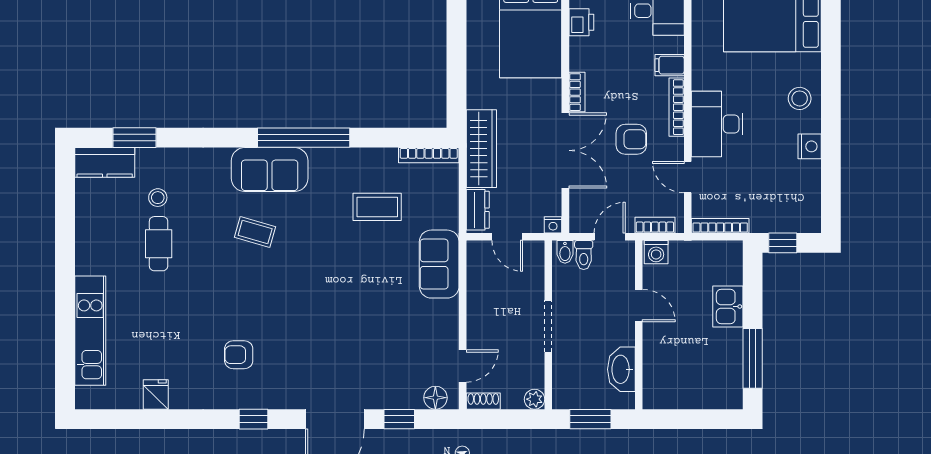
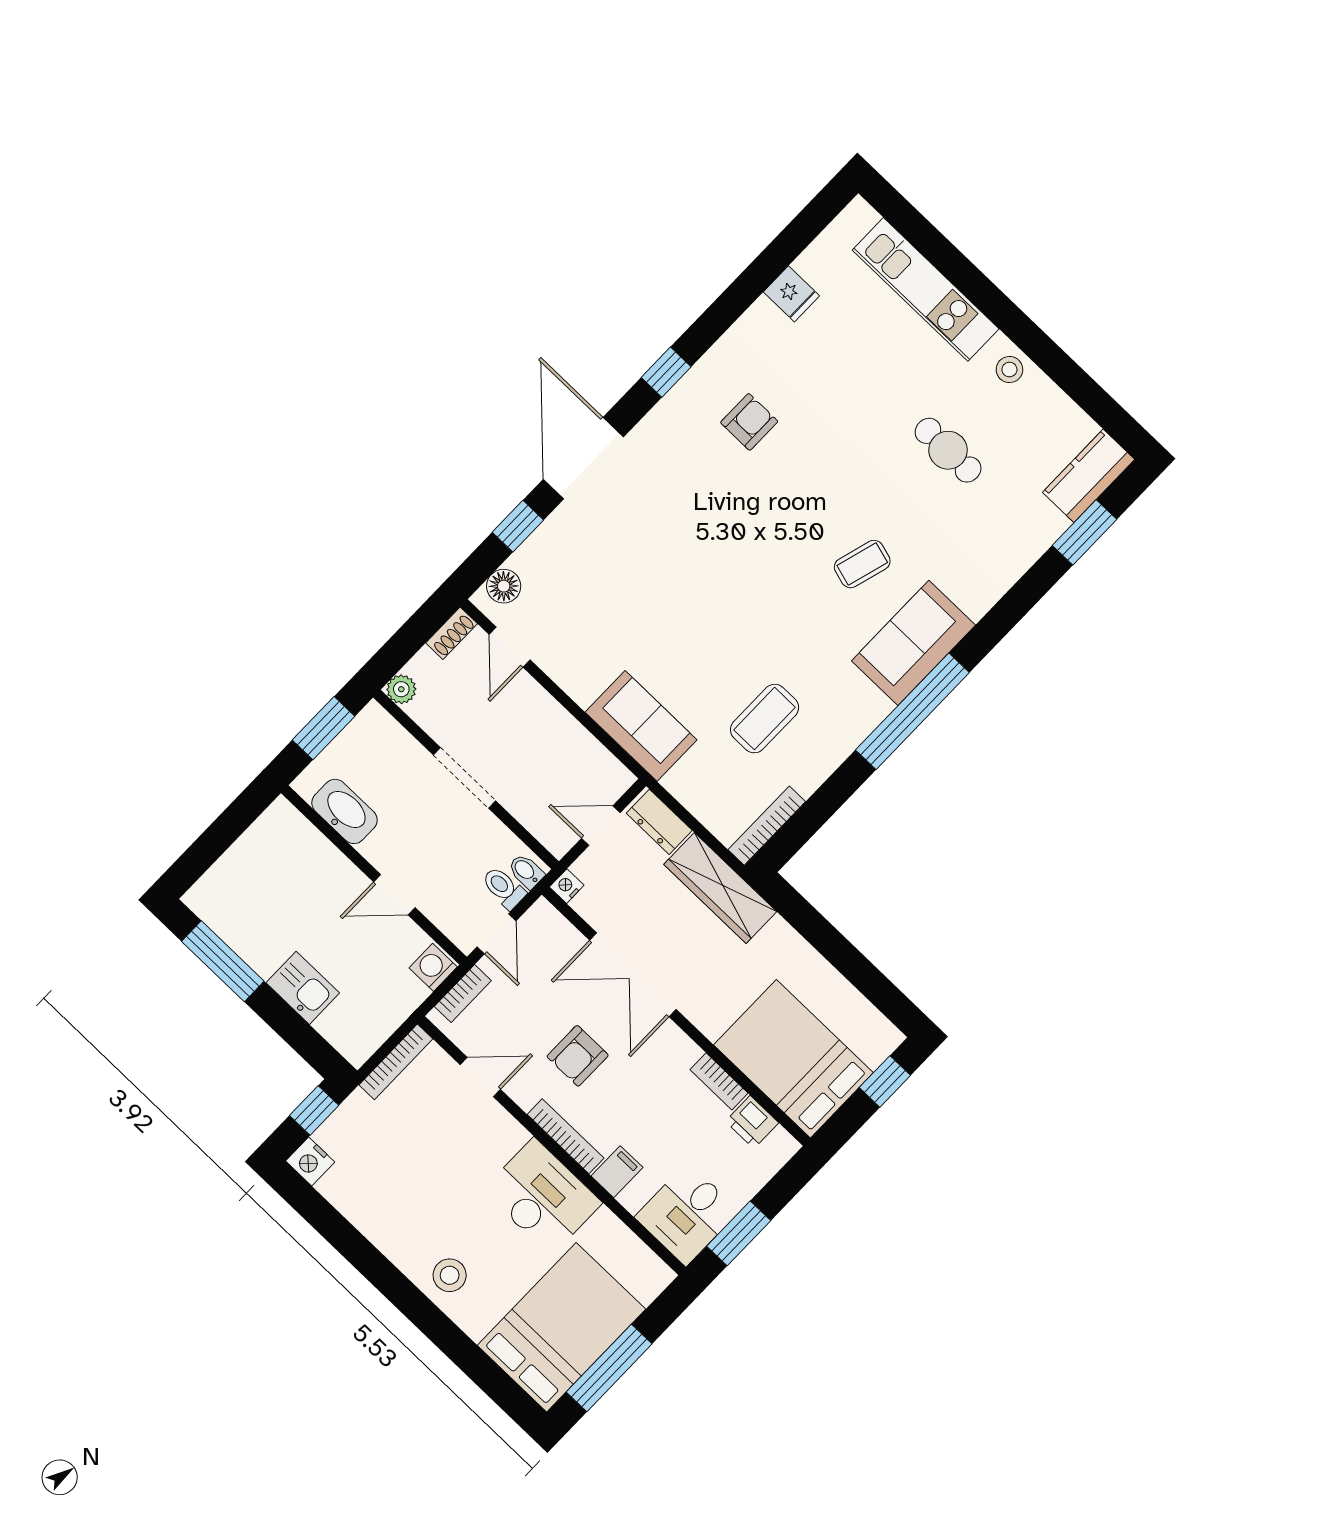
bookcase: (577, 92) -> (719, 1081), moved
desk: (717, 124) -> (542, 1197), moved
nightstand: (810, 146) -> (310, 1161), moved
stool: (158, 198) -> (1009, 370), moved

